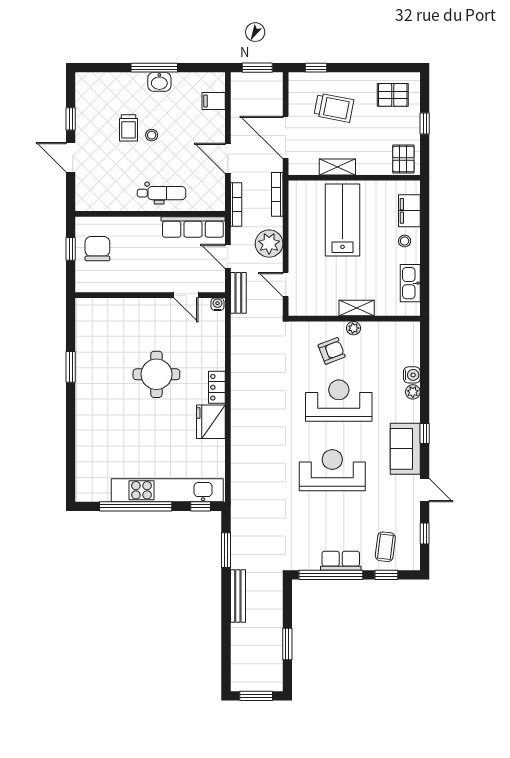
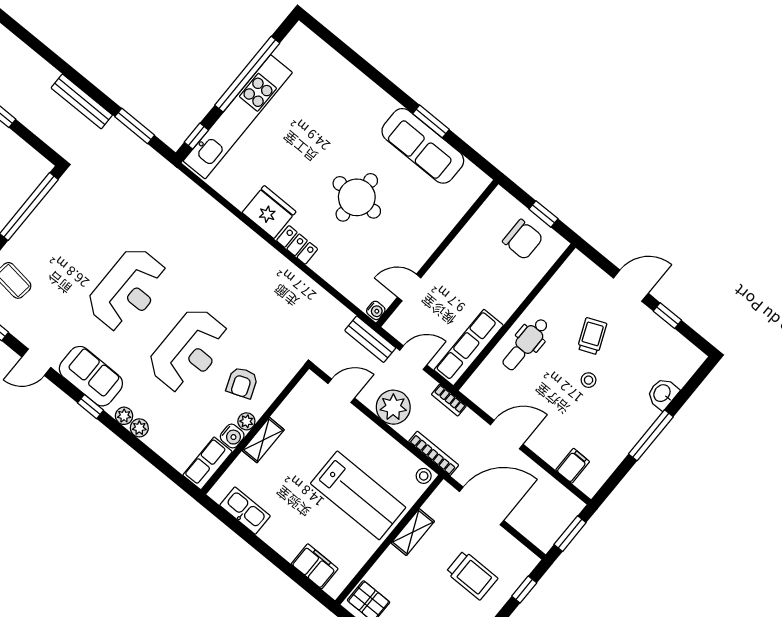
washbasin: (159, 82) -> (662, 394), moved
trolley: (334, 108) -> (472, 575), turned -101
trolley: (128, 128) -> (592, 336), moved, turned 67
bookcase: (236, 204) -> (449, 400), width x0.64
stool: (405, 241) -> (424, 476), moved
sofa: (90, 359) -> (423, 146), added
water cooler: (412, 375) -> (232, 436), moved, turned -90
plant: (413, 408) -> (124, 416), added
row of seats: (341, 561) -> (207, 463), moved, turned 180

